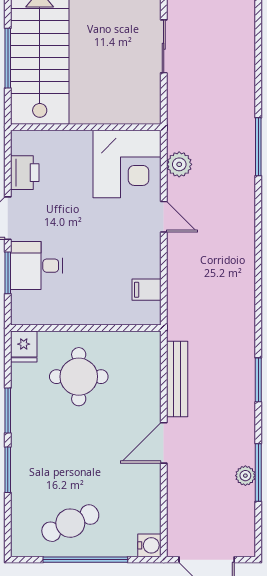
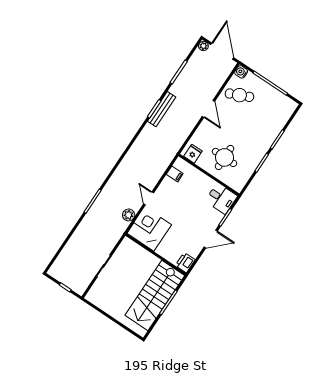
printer: (25, 173) -> (185, 263), moved
desk: (37, 266) -> (221, 199), moved
fridge: (24, 347) -> (193, 154), moved
bench: (177, 379) -> (162, 109), moved
door: (164, 443) -> (208, 109), hinge flipped
plant: (245, 476) -> (203, 46), moved
cafe table: (70, 523) -> (239, 95), moved

